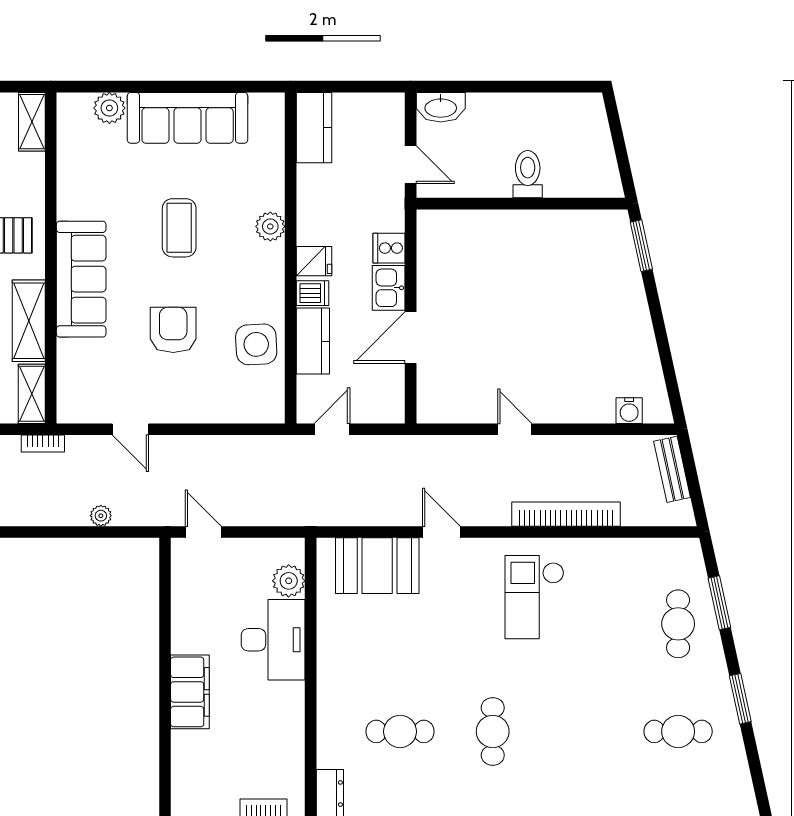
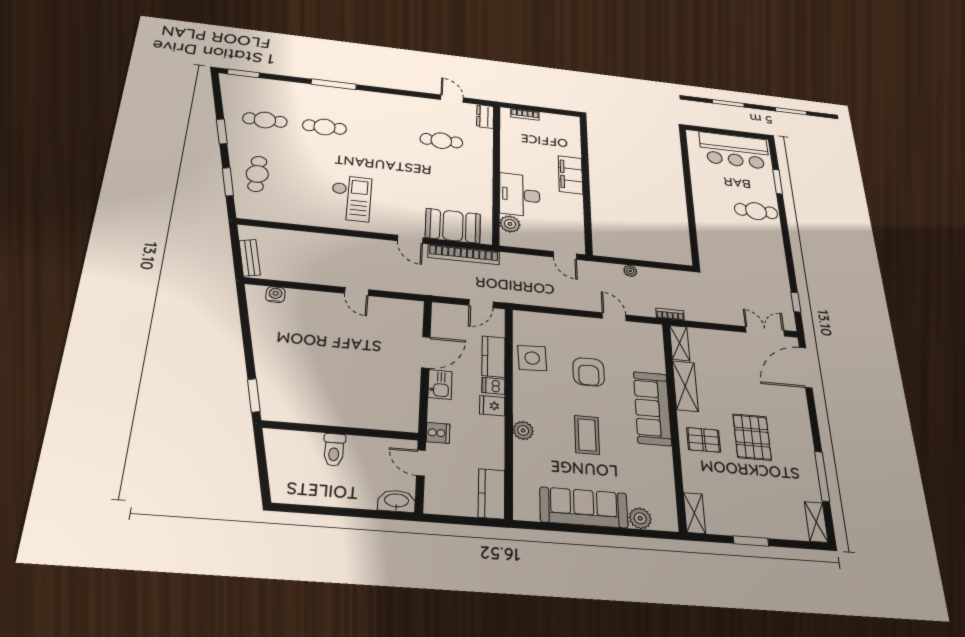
cooker: (389, 248) -> (438, 433), moved
bookcase: (566, 514) -> (464, 255), moved
cafe table: (493, 731) -> (325, 127), moved, turned 90

